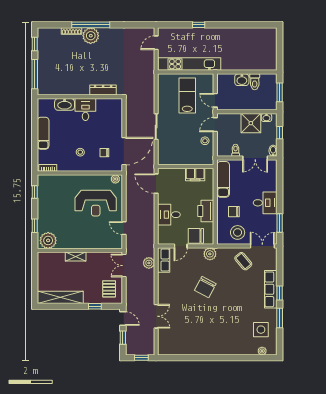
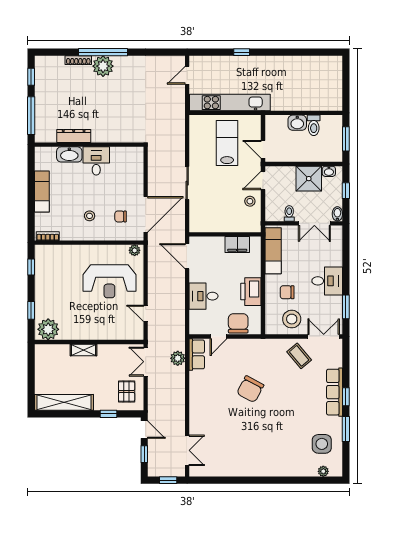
dresser: (103, 90) -> (74, 136), moved
chair: (196, 236) -> (238, 323), turned 90
plant: (210, 254) -> (256, 347), removed
double door: (156, 316) -> (187, 450), moved

